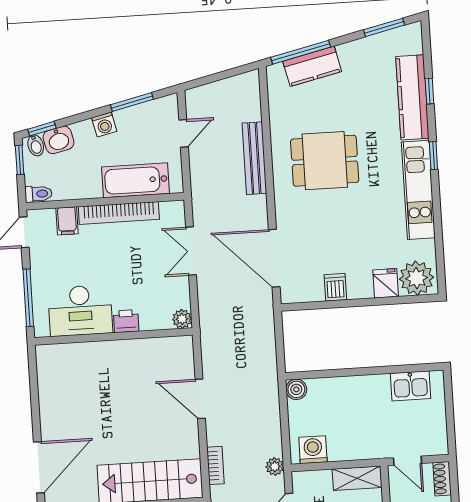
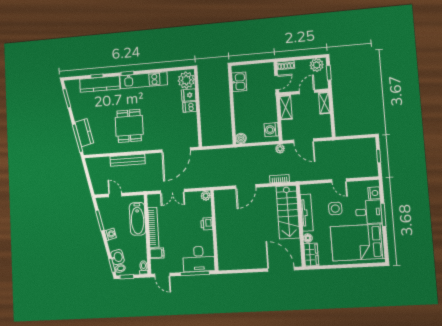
dishwasher: (335, 287) -> (190, 107), moved
desk: (80, 311) -> (199, 259), moved, turned 90

